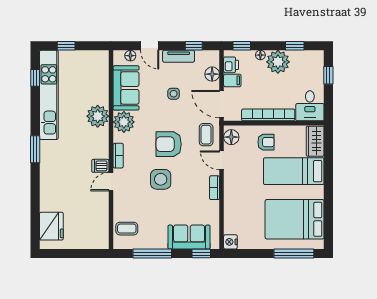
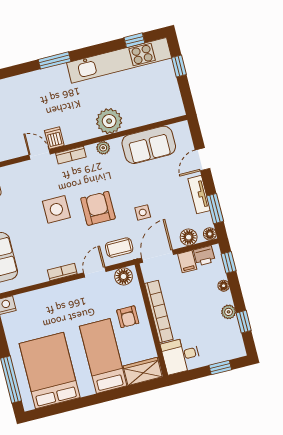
window: (194, 46) -> (215, 209), width x1.50
floor lamp: (130, 56) -> (210, 234), moved
plant: (278, 62) -> (229, 312), width x0.53, depth x0.53
side table: (174, 94) -> (143, 212), moved
plant: (124, 122) -> (103, 148), width x0.53, depth x0.53

